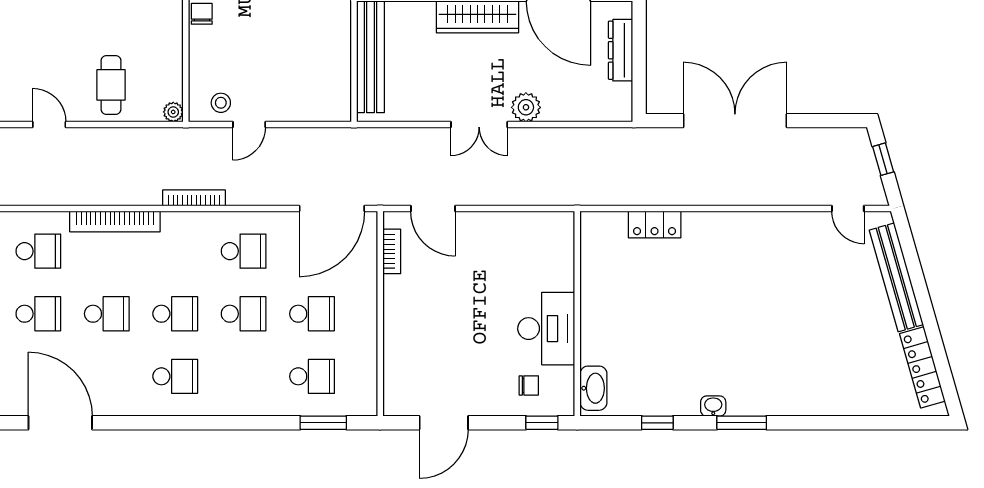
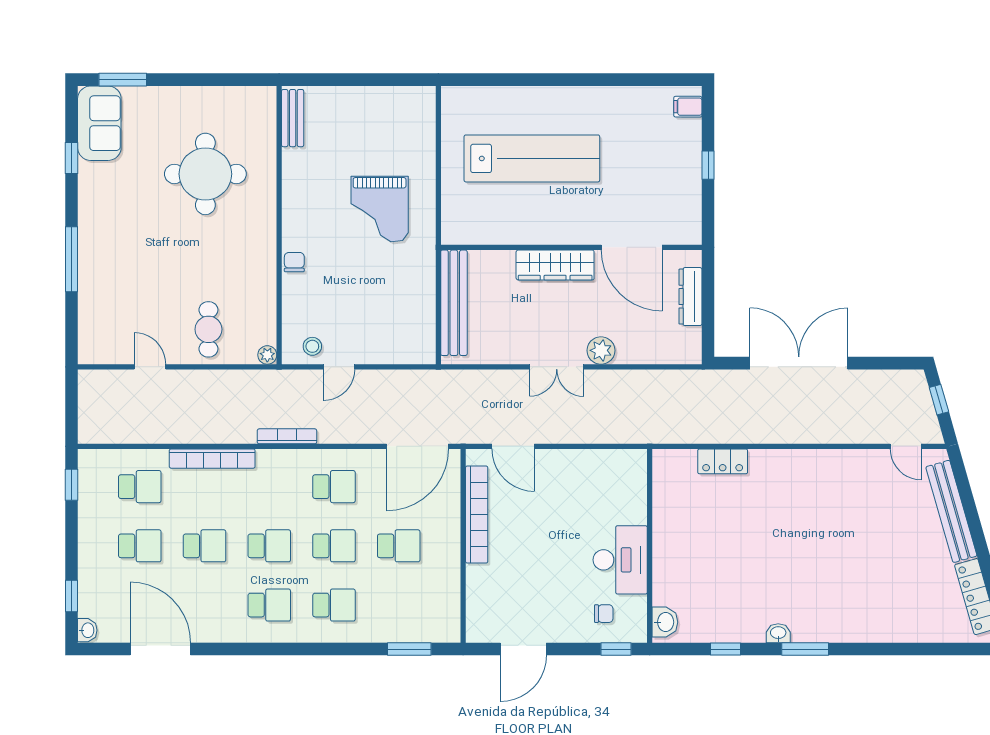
bookcase: (392, 251) -> (477, 515), width x2.31, depth x1.31
school desk: (312, 376) -> (334, 605), moved
washbasin: (593, 388) -> (665, 622), width x0.72

